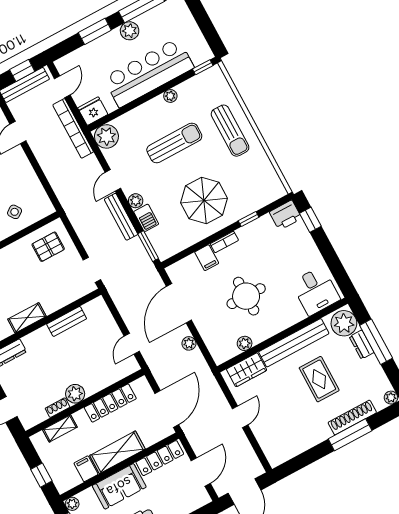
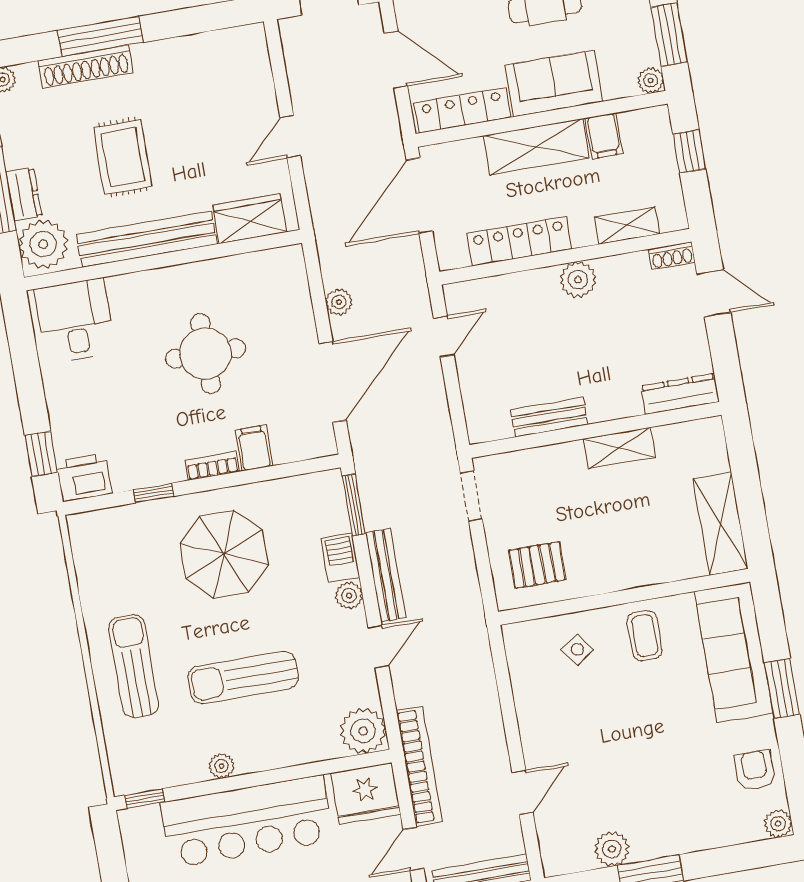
fridge: (93, 111) -> (366, 794), width x1.36, depth x1.34
plant: (245, 343) -> (237, 268), removed
shoe rack: (58, 408) -> (672, 256), moved
door: (201, 472) -> (396, 60), swing flipped

